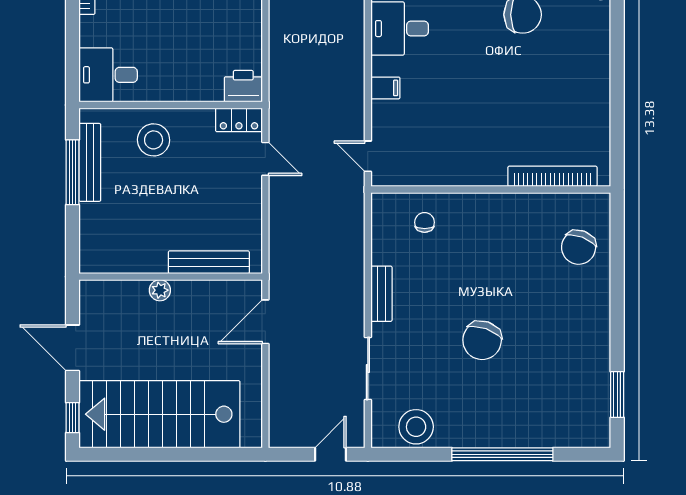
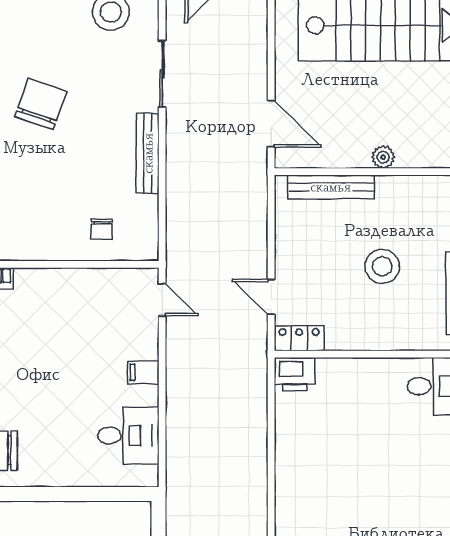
stool: (154, 140) -> (382, 266), moved
bench: (381, 294) -> (148, 153), width x1.36
door: (265, 322) -> (271, 124), hinge flipped

